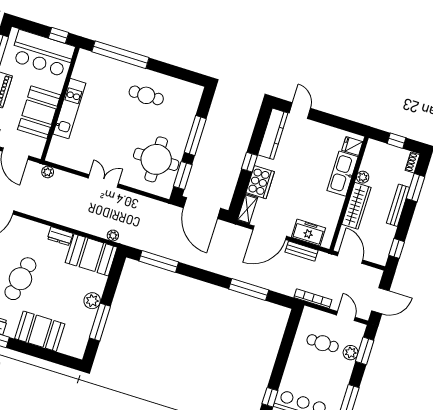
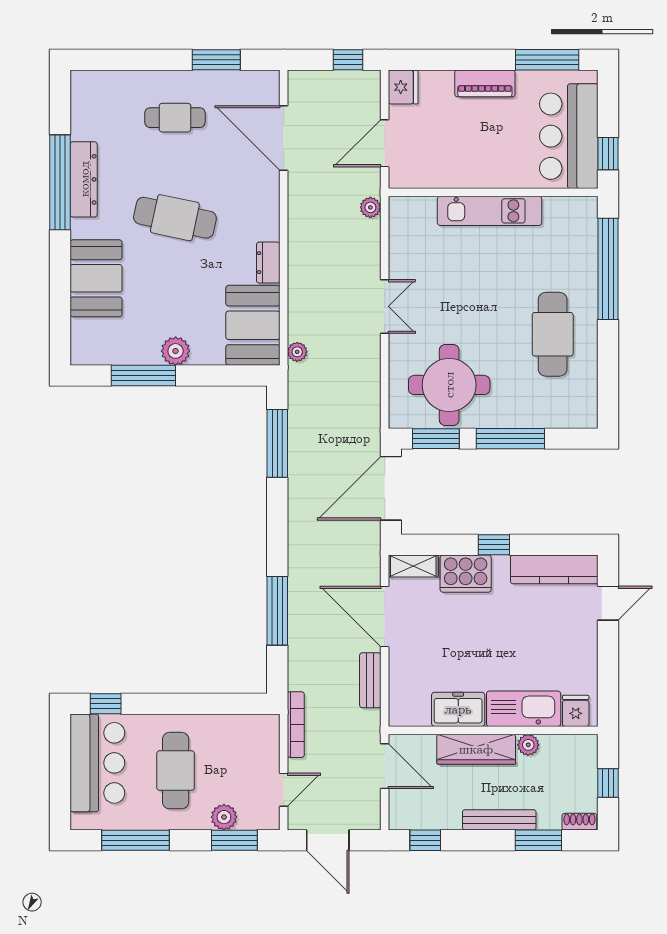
cafe table: (146, 95) -> (553, 334), width x1.37, depth x1.35
booth: (39, 112) -> (467, 161), removed
freezer: (309, 233) -> (458, 709), moved, turned -90
door: (350, 258) -> (385, 766), hinge flipped
cafe table: (323, 343) -> (176, 771), moved, width x1.37, depth x1.35

